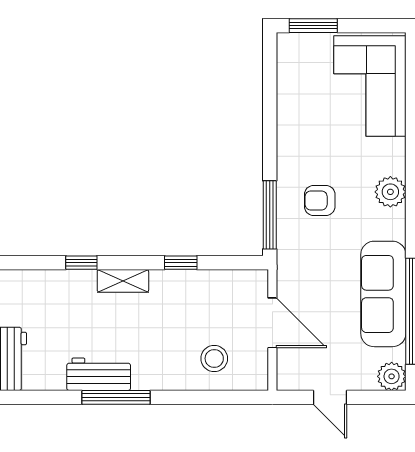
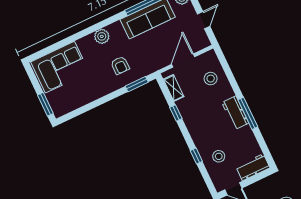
window: (270, 215) -> (137, 84), width x0.69
shelving: (123, 281) -> (174, 88), moved
stool: (61, 304) -> (219, 156), added
workbench: (99, 374) -> (235, 113), moved

